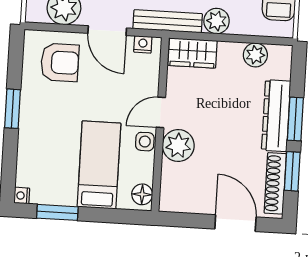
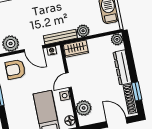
plant: (255, 55) -> (117, 39), moved
armchair: (60, 62) -> (15, 69), turned 180
window: (295, 119) -> (132, 67), removed
plant: (178, 146) -> (84, 108), moved

